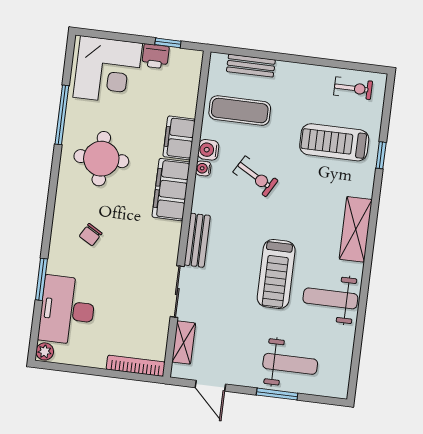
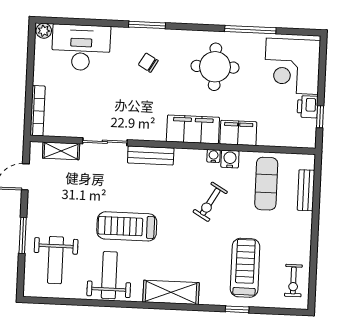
window: (41, 279) -> (147, 25), moved
weight bench: (290, 364) -> (55, 260), moved

